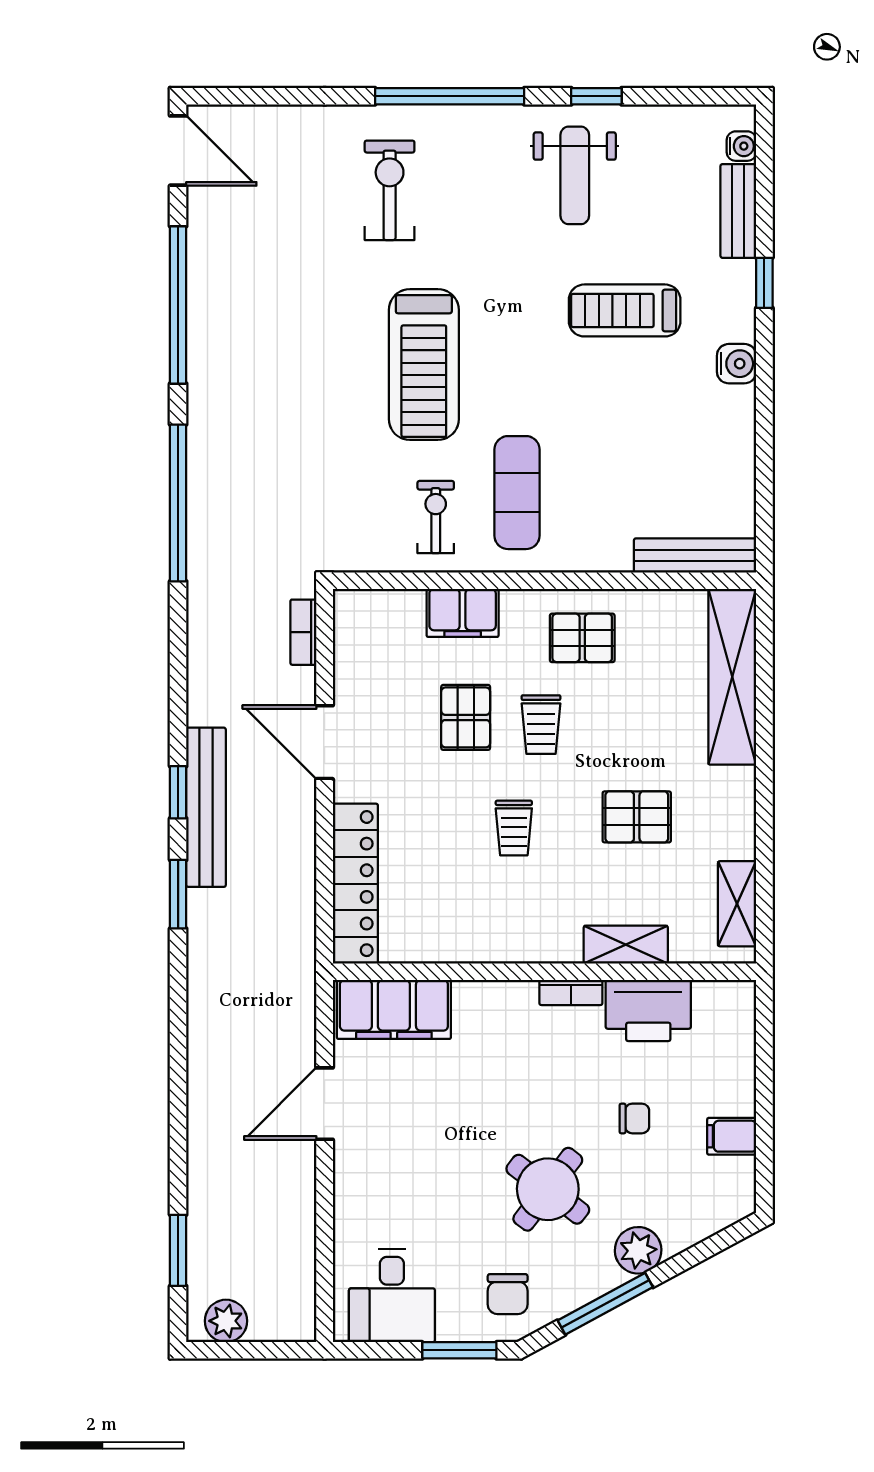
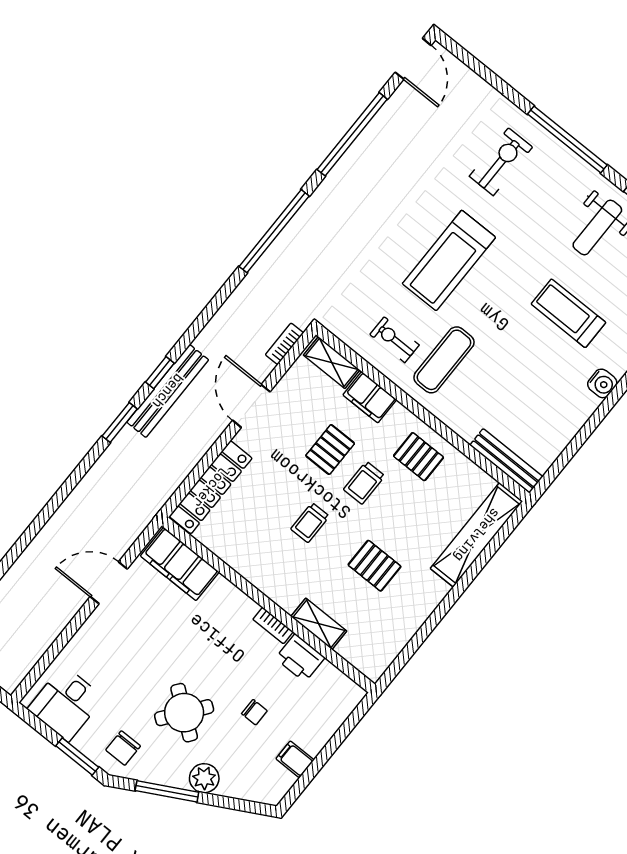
exercise bike: (436, 517) -> (395, 340), turned -90
shelving: (737, 904) -> (332, 363), moved, turned 90
printer: (648, 1010) -> (300, 658), width x0.73, depth x0.84

